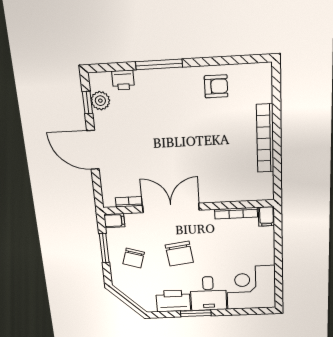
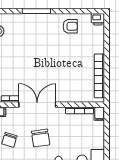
printer: (123, 80) -> (98, 19), moved
bookcase: (265, 138) -> (99, 76), moved

